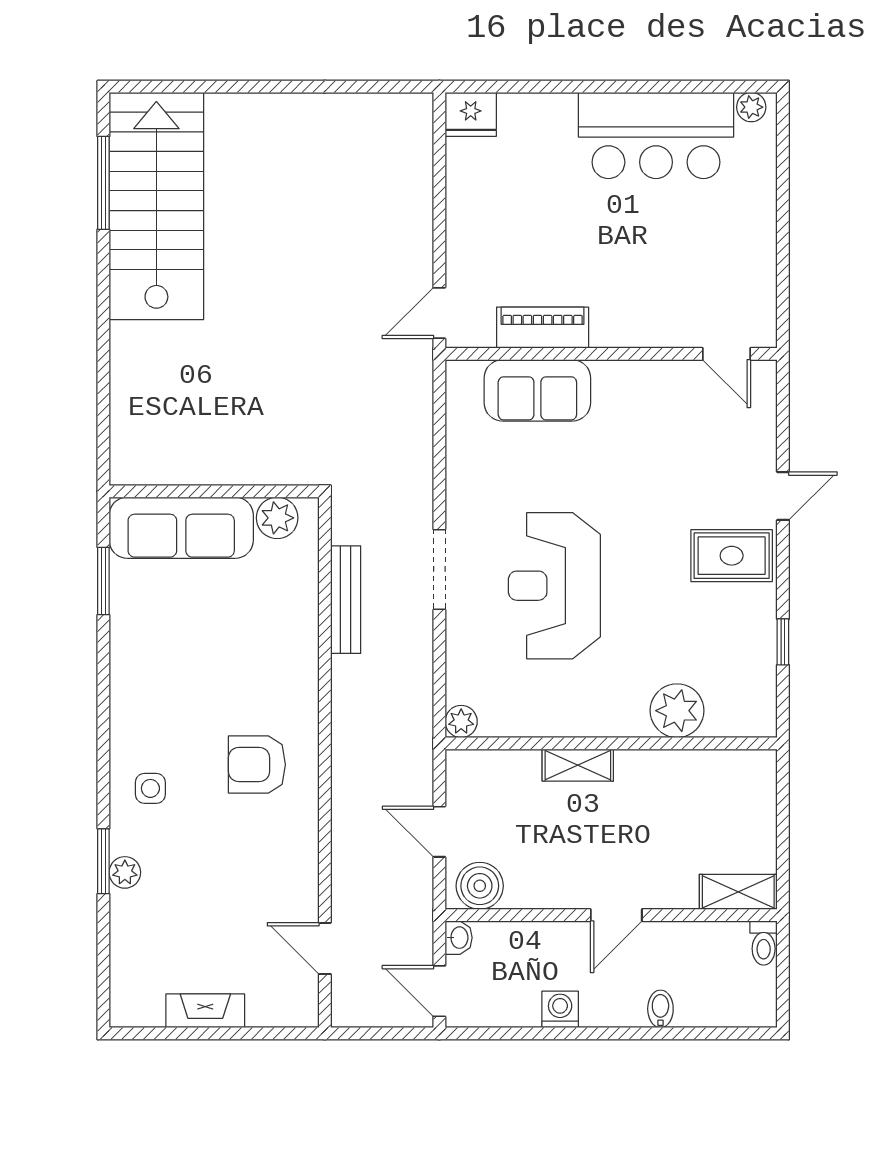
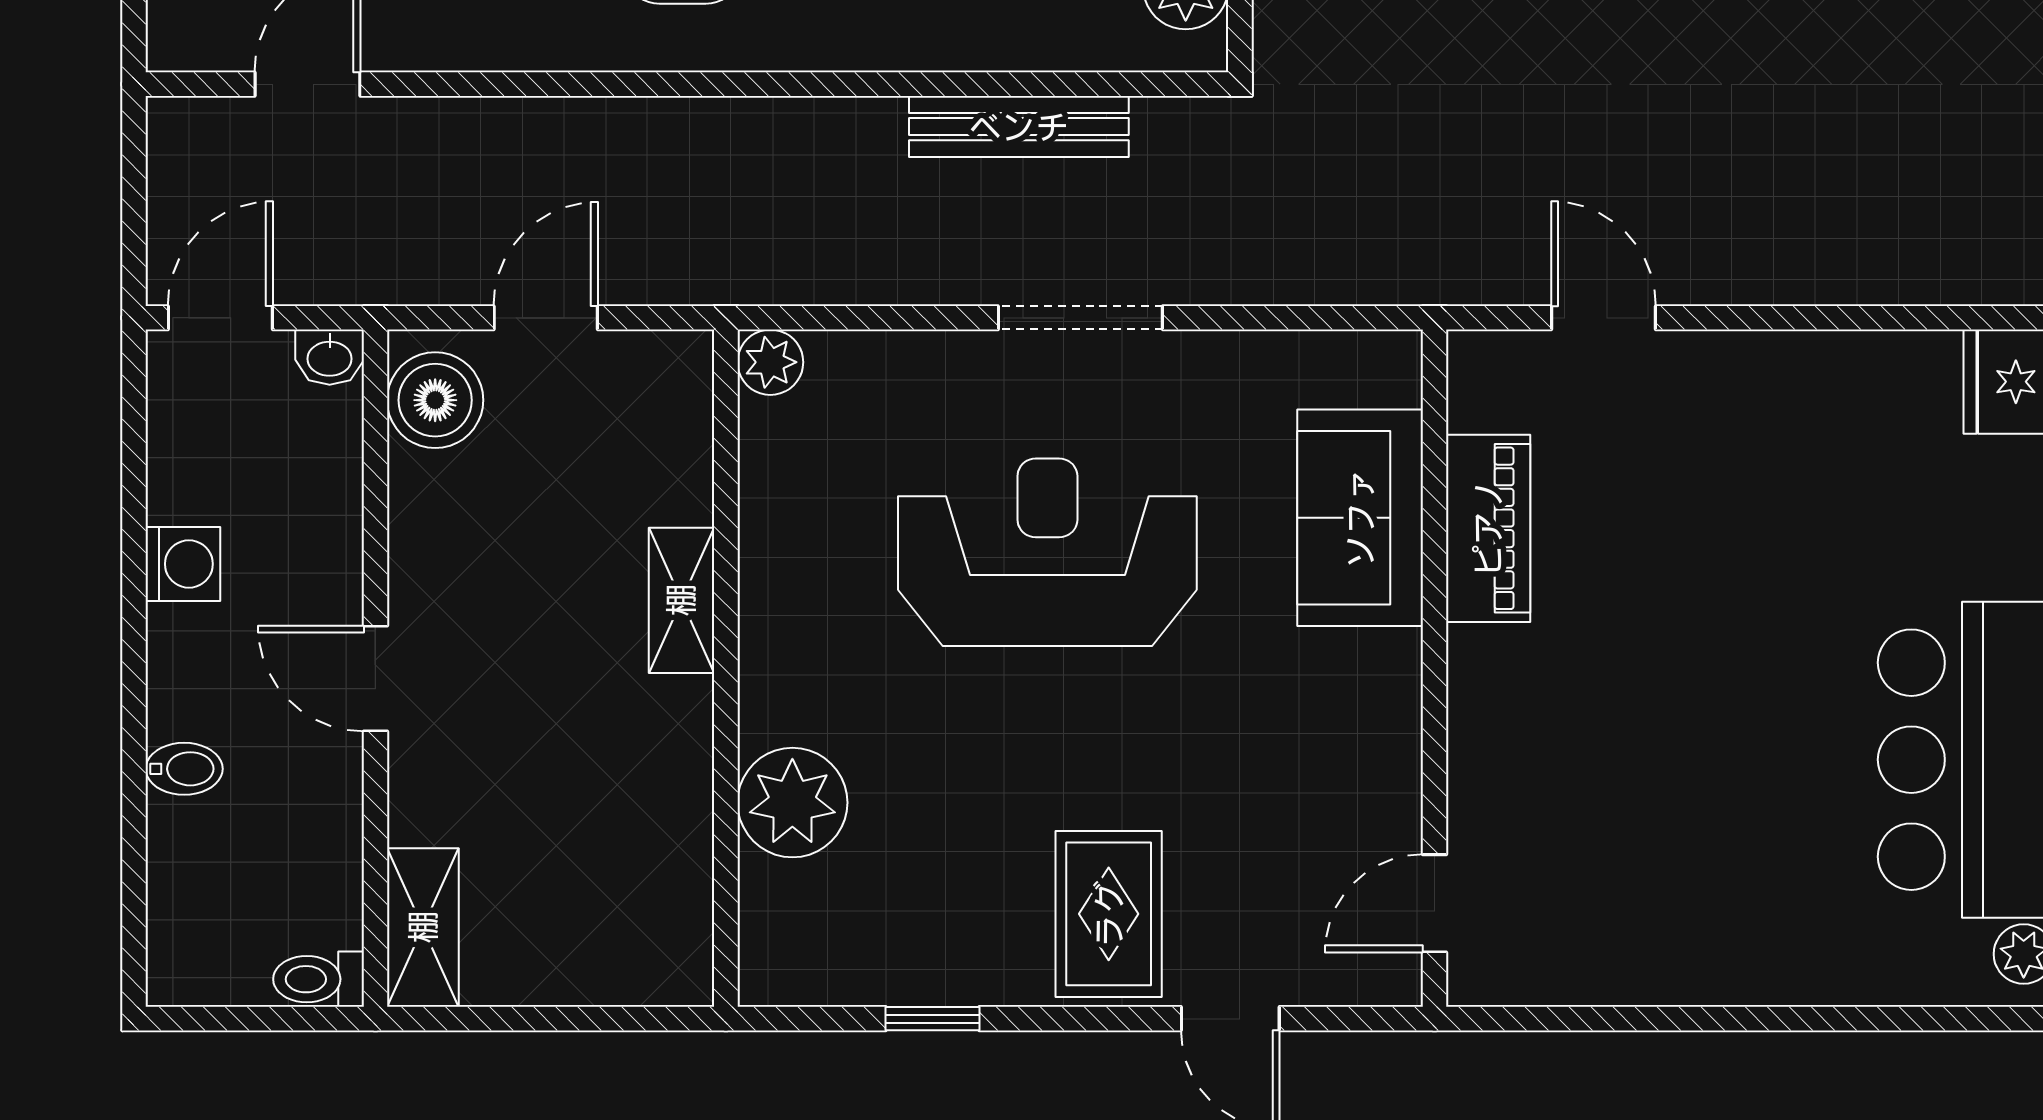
piano: (543, 328) -> (1488, 528), moved
wall: (611, 354) -> (1435, 668), moved
door: (726, 354) -> (1435, 903), moved
sofa: (537, 390) -> (1360, 518), moved

